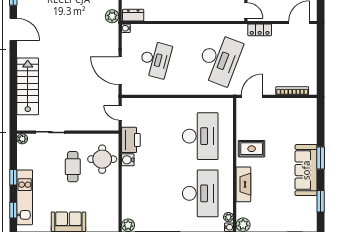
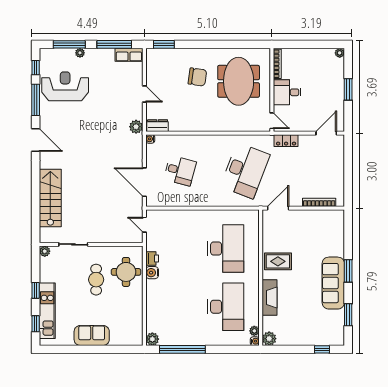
desk: (155, 59) -> (180, 171), width x0.73
printer: (131, 140) -> (152, 258), width x0.53, depth x0.68

